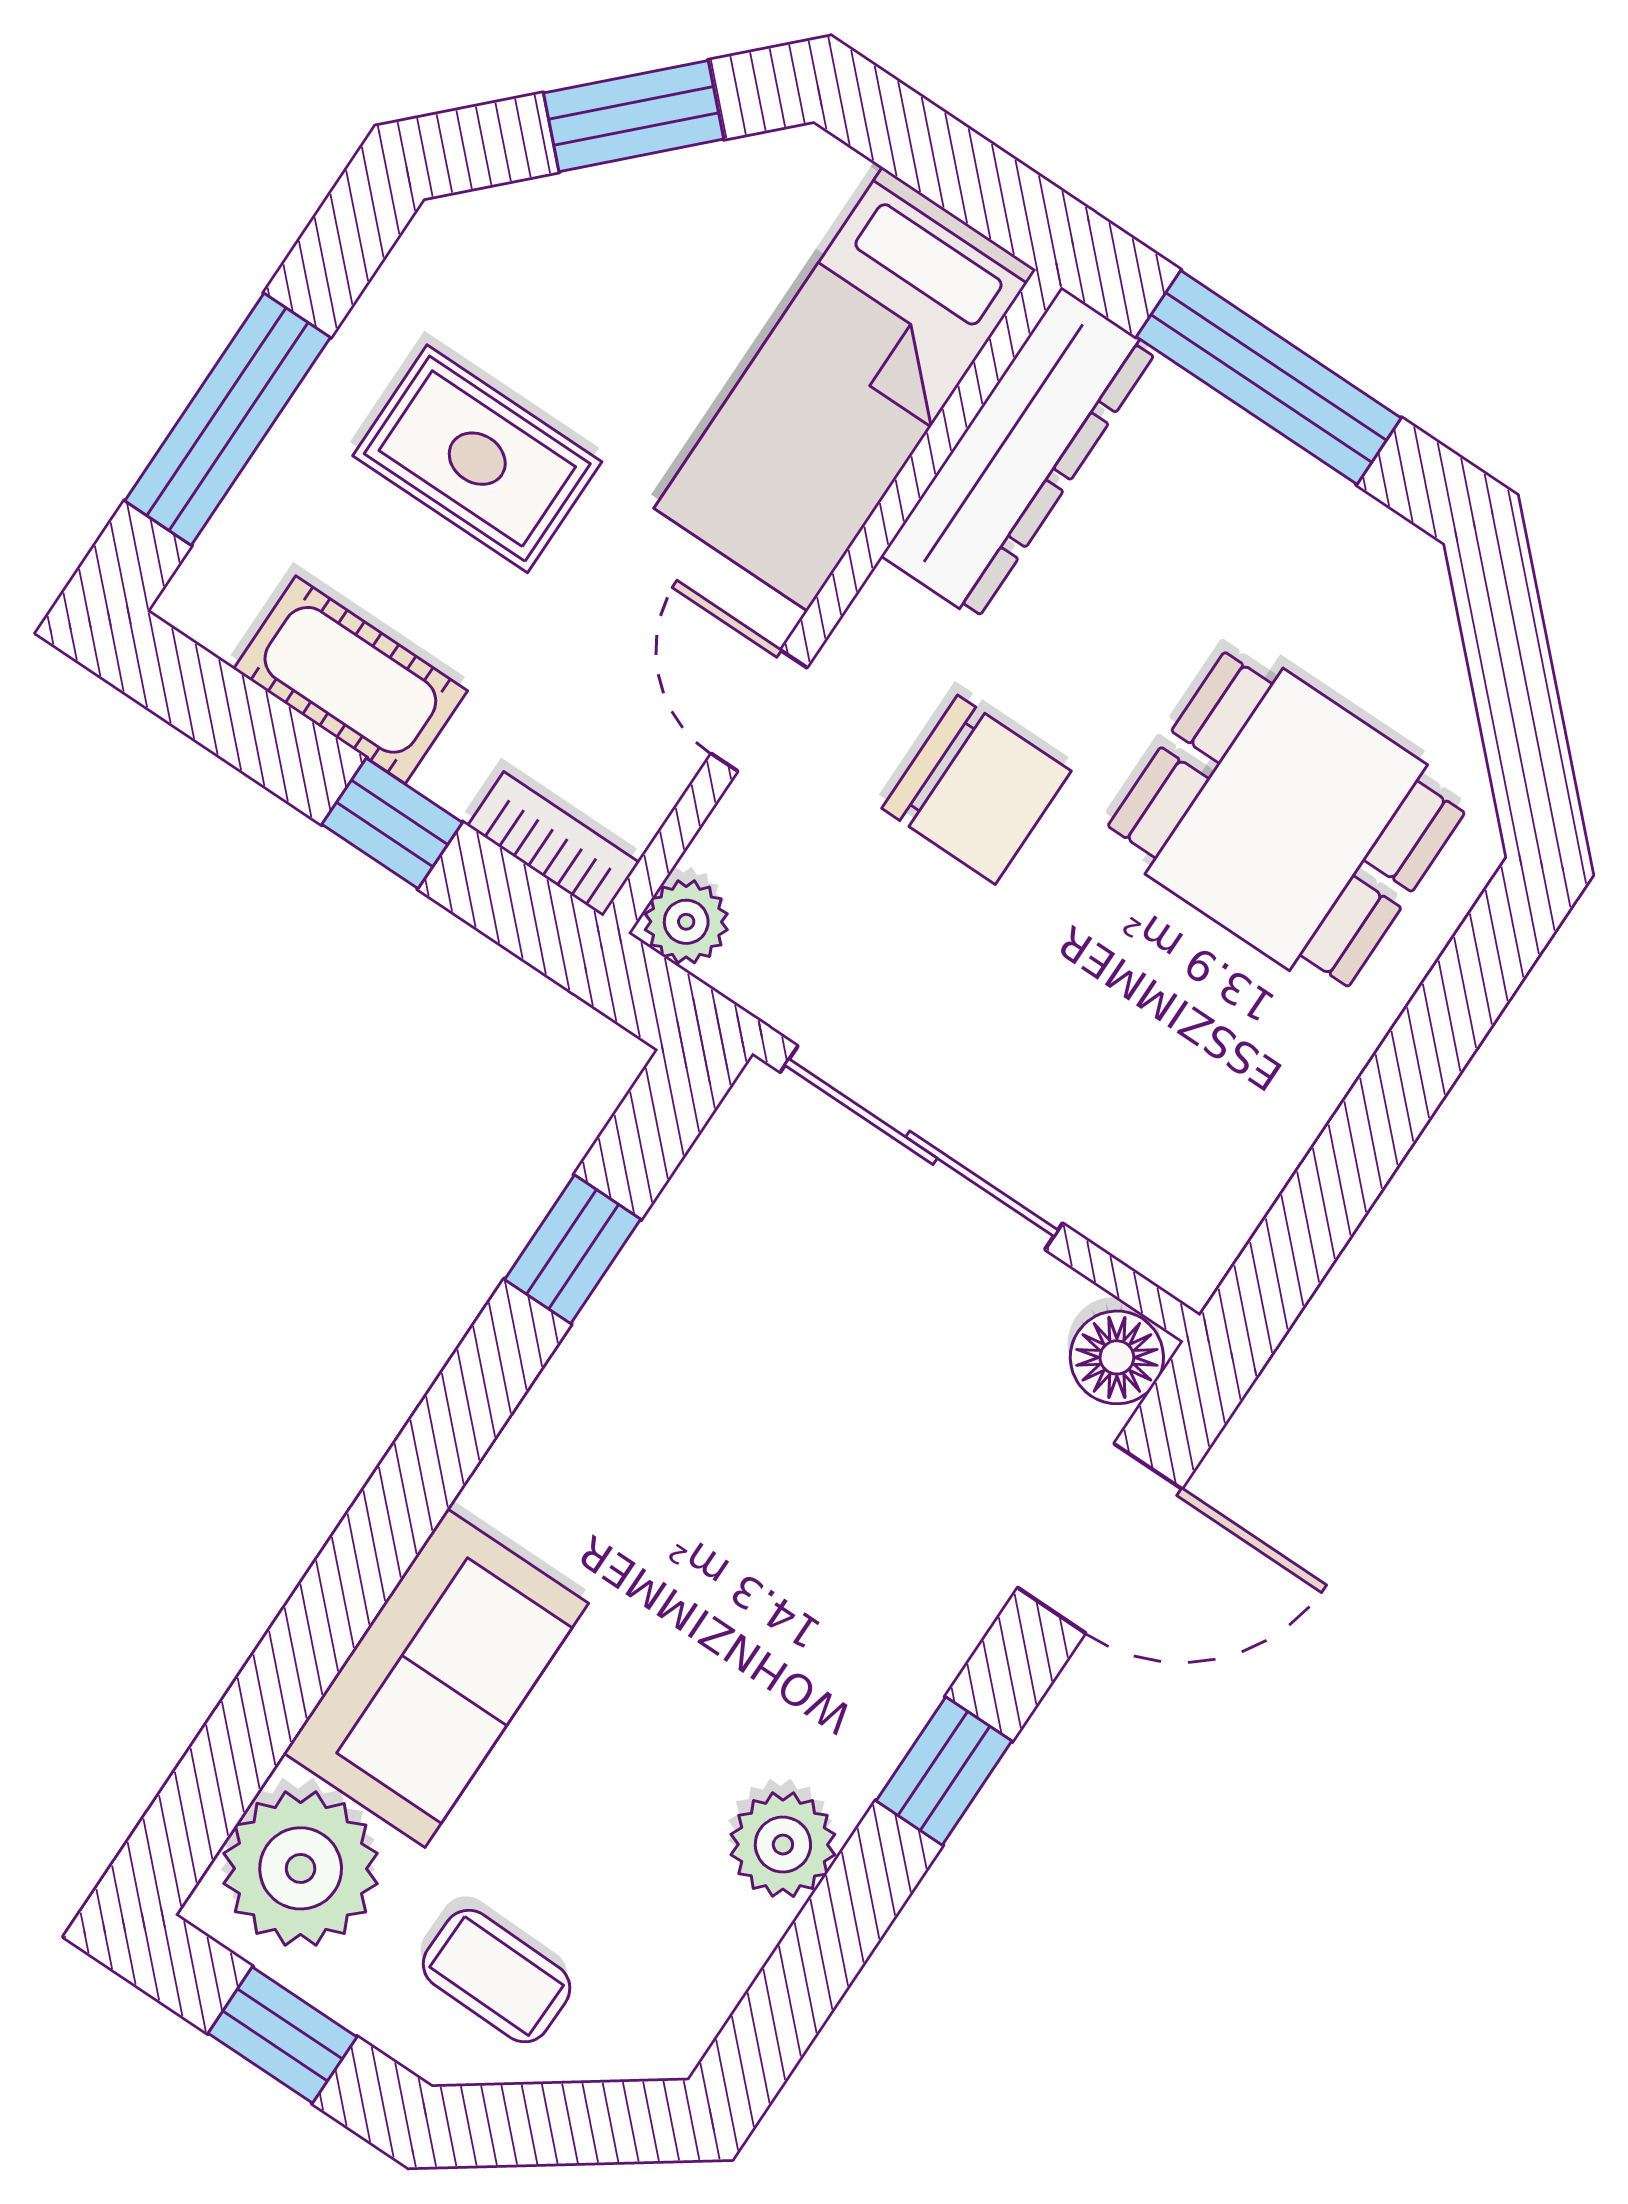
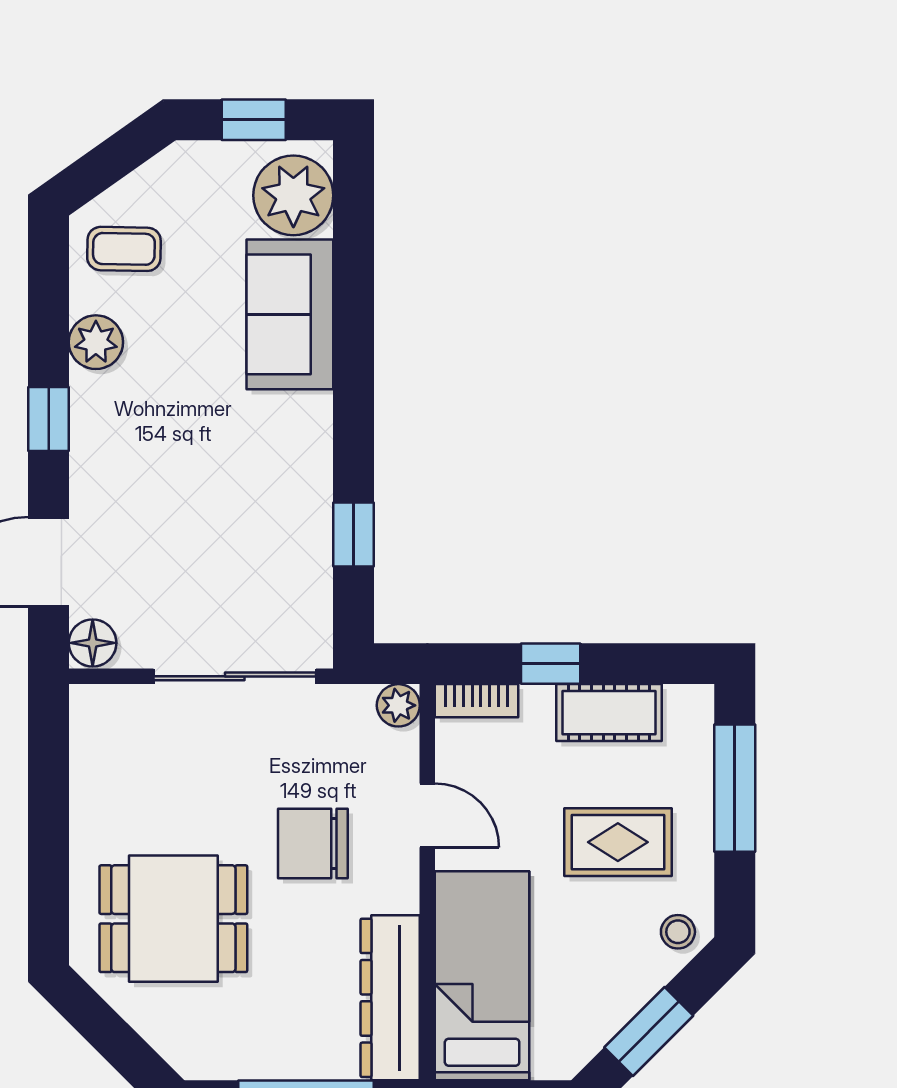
stool: (477, 247) -> (678, 932), added
coffee table: (497, 1976) -> (124, 249), moved

